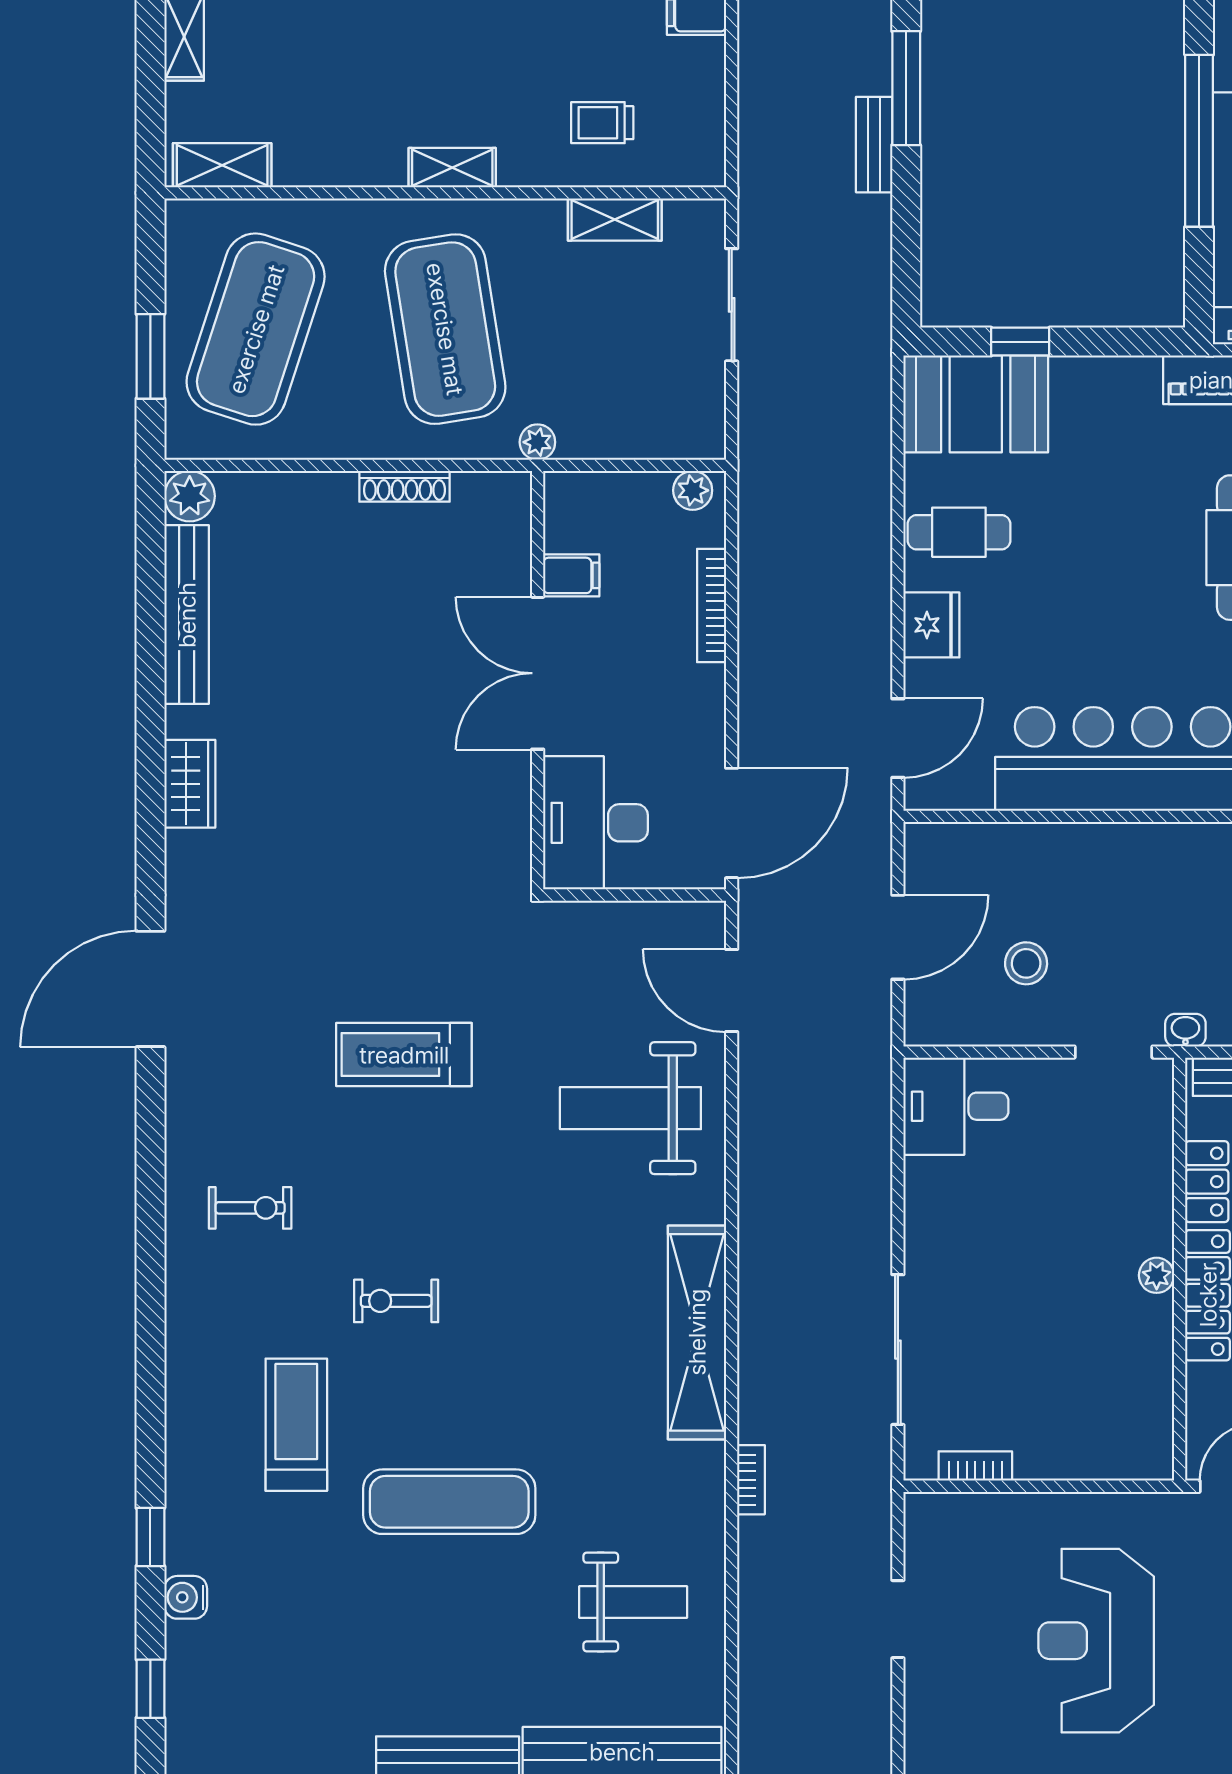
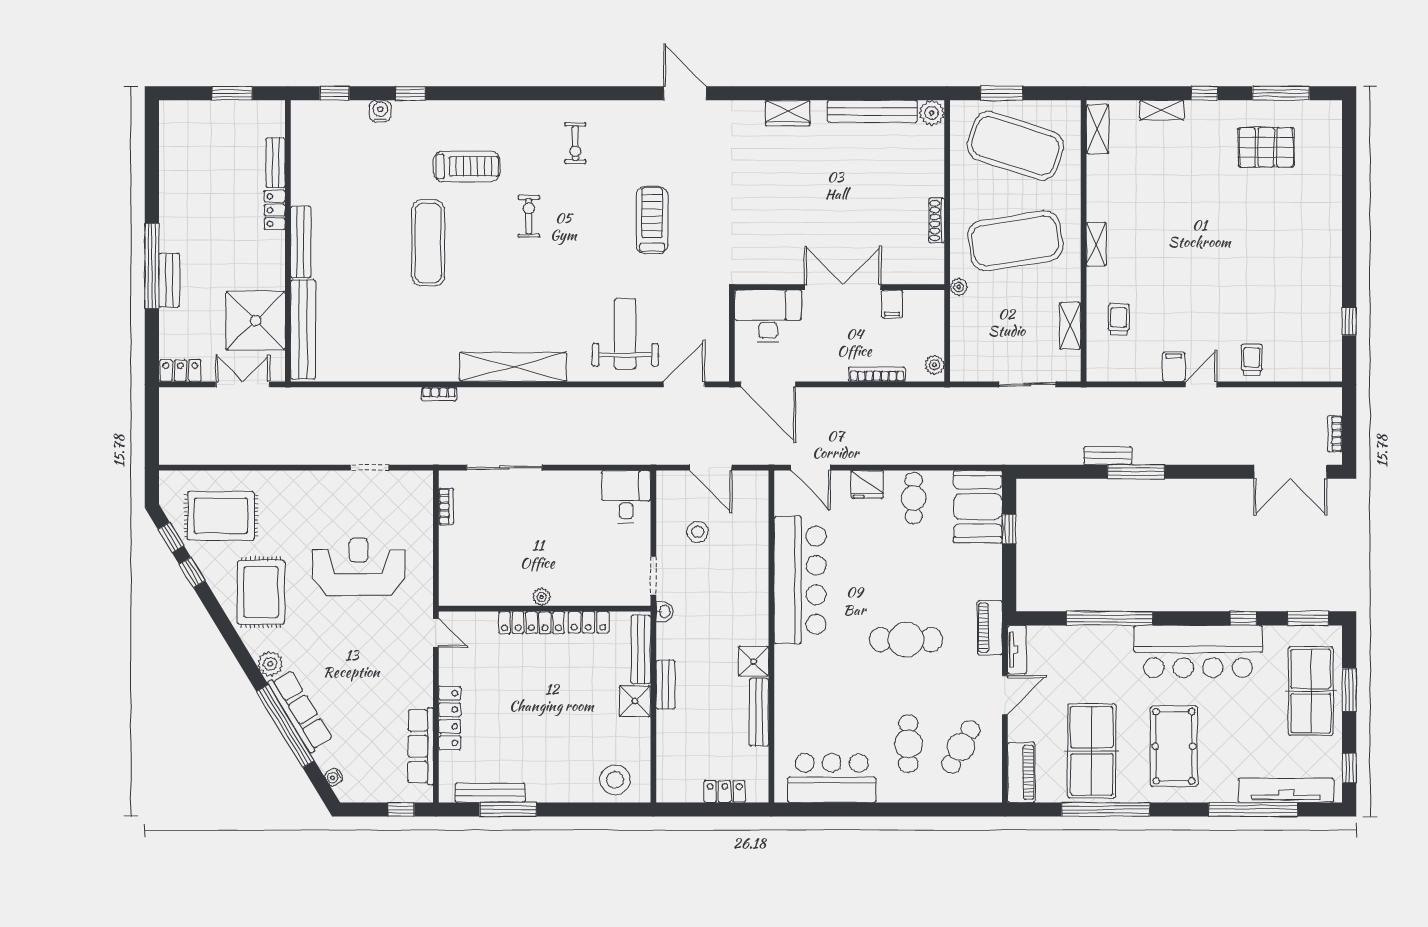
door: (150, 989) -> (685, 93), width x0.73
weight bench: (633, 1602) -> (378, 335), removed

